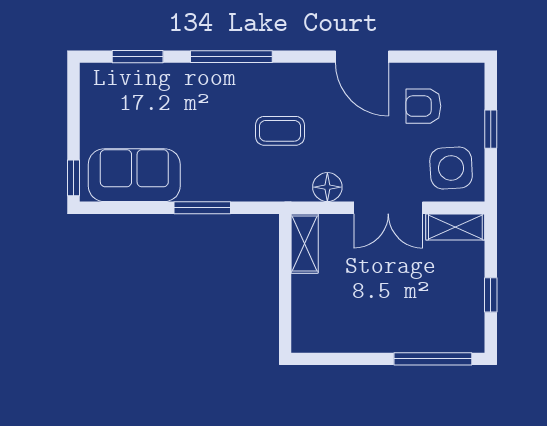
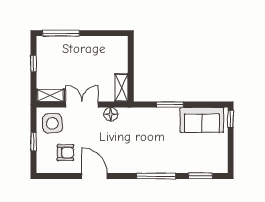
coffee table: (280, 131) -> (133, 141), removed

